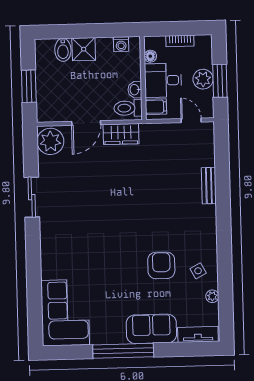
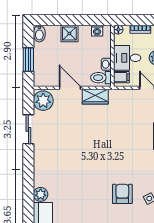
bidet: (63, 50) -> (39, 34), moved
floor lamp: (150, 56) -> (118, 30), moved
door: (86, 123) -> (70, 88), swing flipped
sliding door: (32, 197) -> (28, 129), moved
plant: (50, 269) -> (41, 194), added

